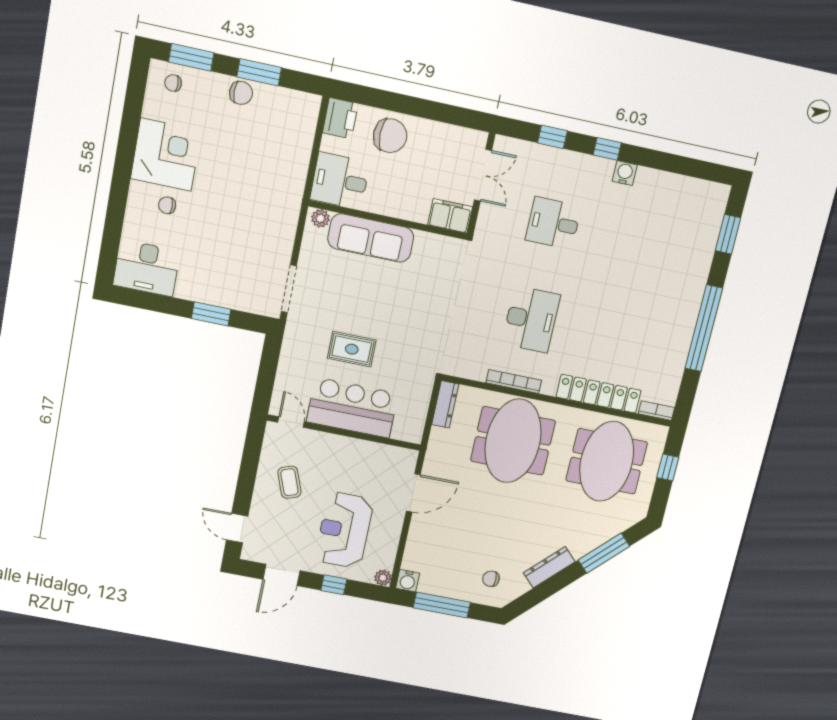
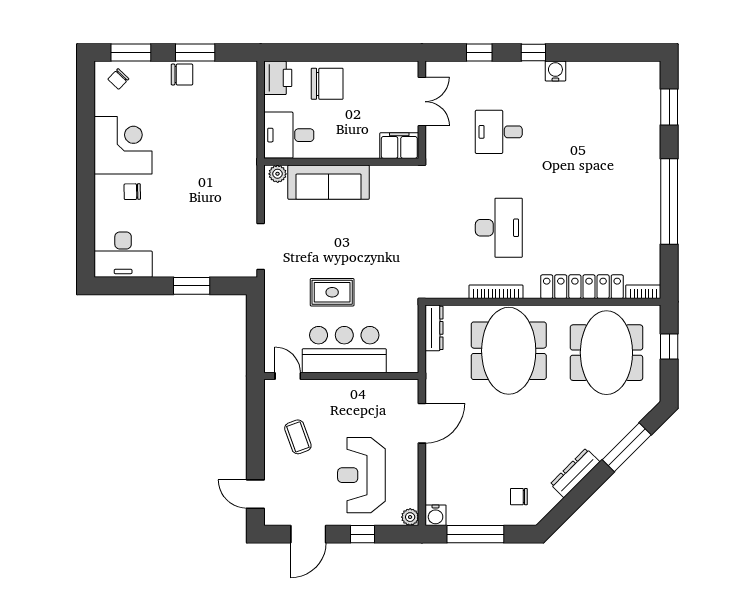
chair: (173, 83) -> (118, 79), turned -45

